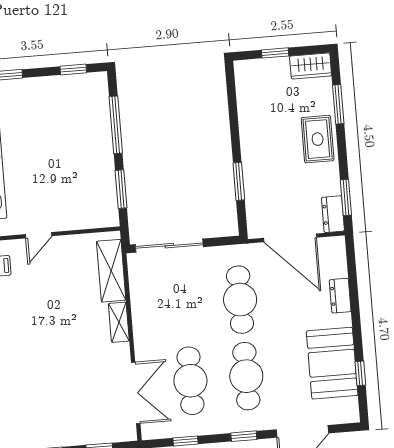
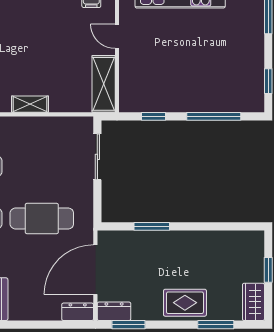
window: (121, 189) -> (154, 116), width x0.67
sliding door: (169, 246) -> (97, 157), width x0.73
shelving: (111, 271) -> (104, 84), moved, turned 90
dresser: (340, 296) -> (78, 312), moved

